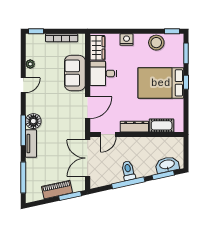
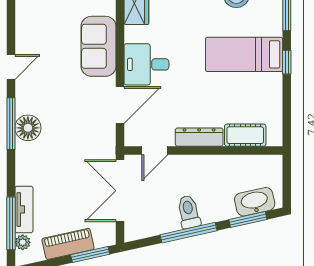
plant: (30, 64) -> (23, 242), moved
desk: (103, 73) -> (146, 64), moved
bed: (161, 83) -> (244, 54), width x0.67
window: (23, 130) -> (11, 124), moved
tv unit: (31, 144) -> (24, 209), moved

